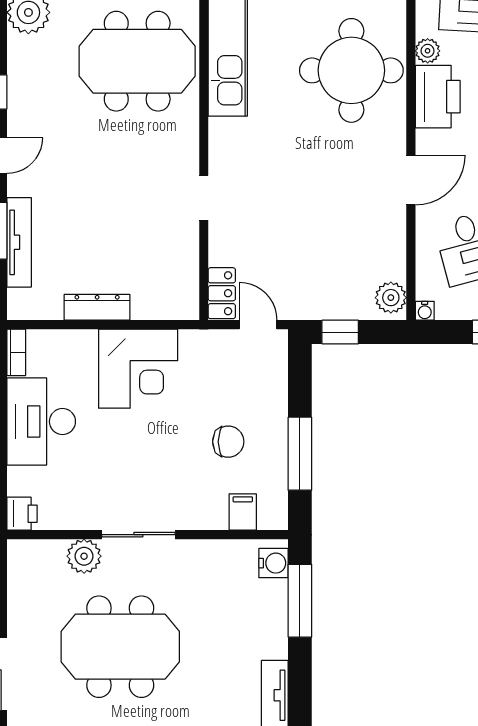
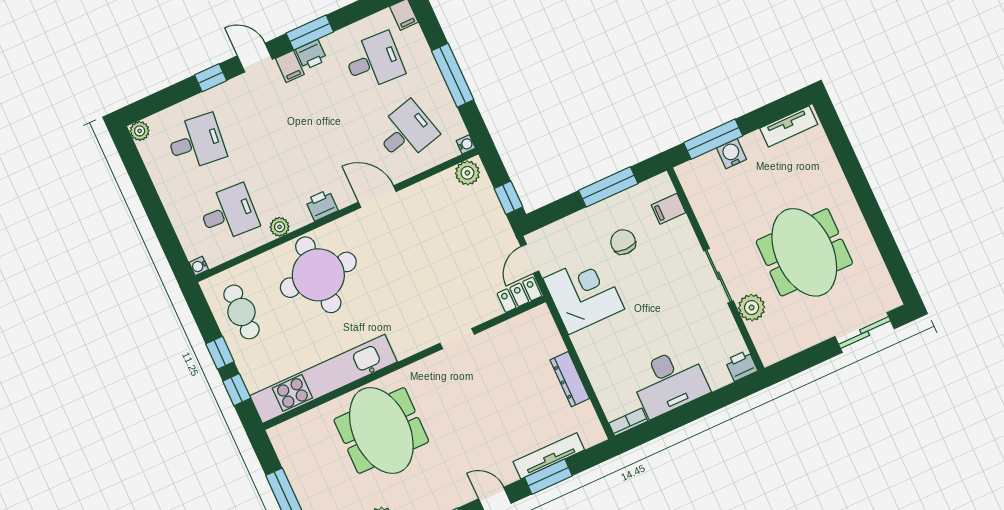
printer: (438, 97) -> (322, 205), width x0.53, depth x0.68
corner desk: (138, 369) -> (584, 294), moved
water cooler: (273, 563) -> (732, 154), moved

